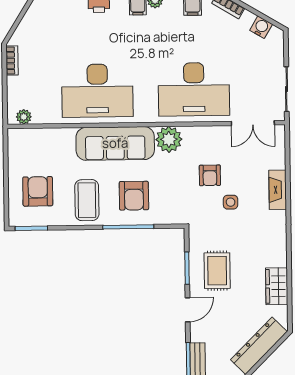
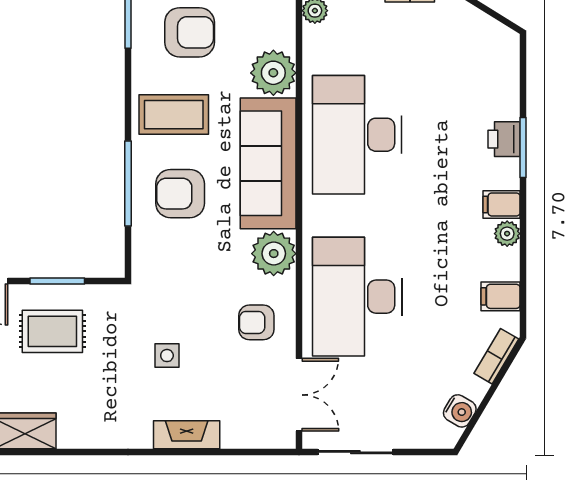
double door: (253, 123) -> (299, 395), swing flipped
plant: (61, 141) -> (273, 73), added
armchair: (210, 175) -> (256, 322), moved

